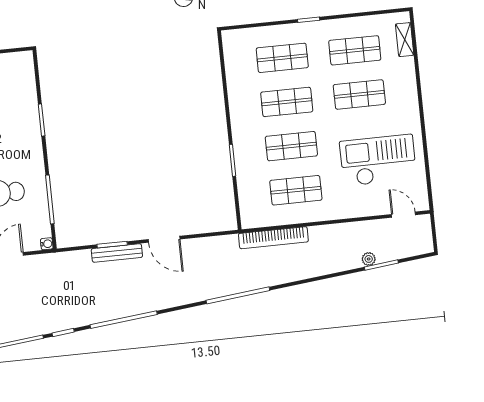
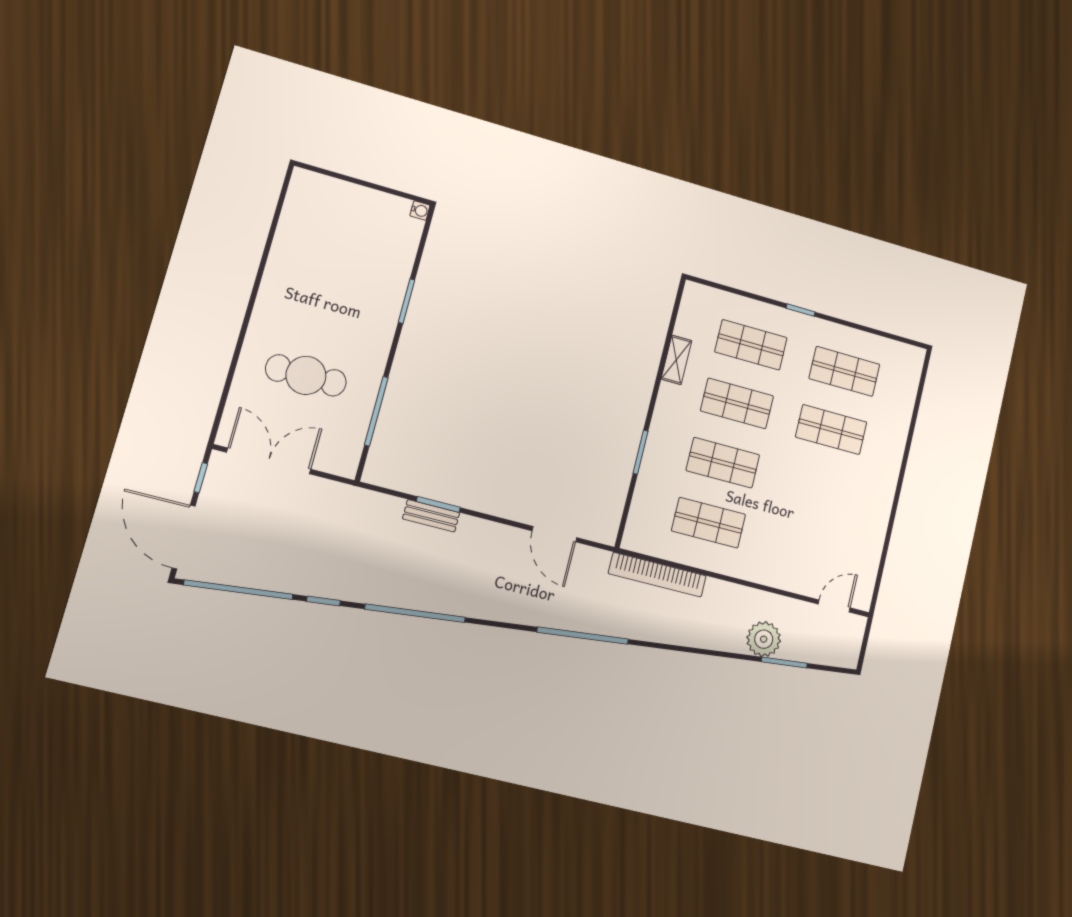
shelving: (405, 40) -> (676, 360), moved
checkout: (378, 160) -> (826, 523), removed
door: (403, 215) -> (834, 606), hinge flipped
door: (164, 239) -> (554, 534), moved
water cooler: (47, 244) -> (420, 211), moved
bench: (117, 253) -> (431, 516), width x0.73
plant: (369, 259) -> (764, 639), width x1.87, depth x1.87

